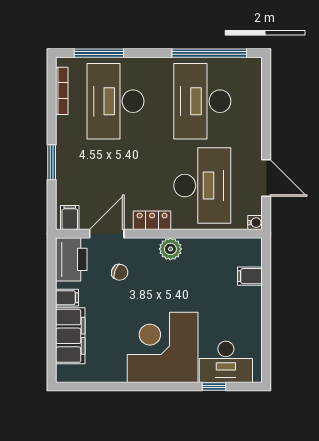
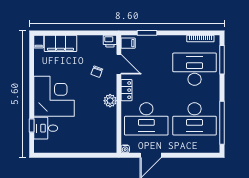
desk: (202, 101) -> (195, 119), turned 180
window: (52, 162) -> (147, 33), moved
printer: (71, 259) -> (110, 41), width x0.53, depth x0.68
filing cabinet: (250, 276) -> (95, 146), removed
filing cabinet: (67, 298) -> (39, 42), moved
desk: (226, 362) -> (46, 128), width x0.73

